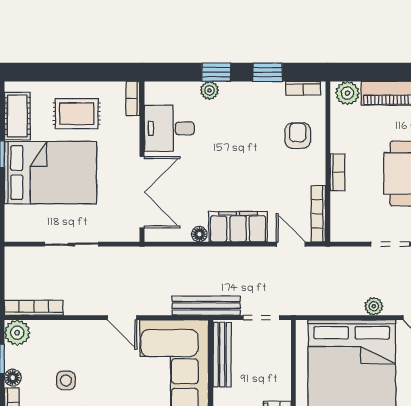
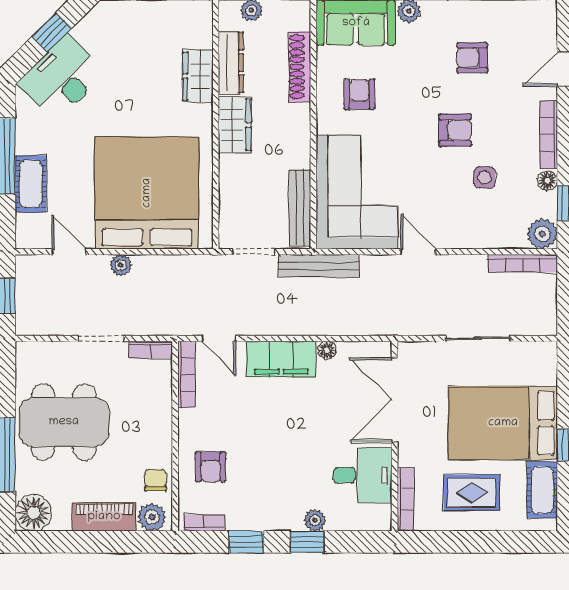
bookcase: (133, 98) -> (405, 499), width x1.56
chair: (344, 124) -> (155, 480), added
bookcase: (337, 172) -> (151, 350), moved, turned -90

